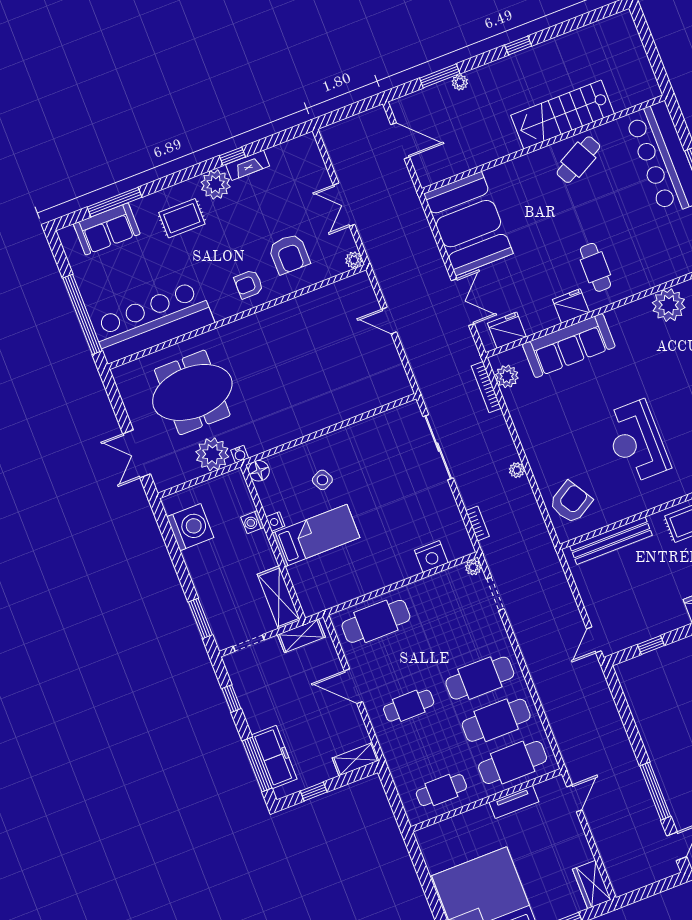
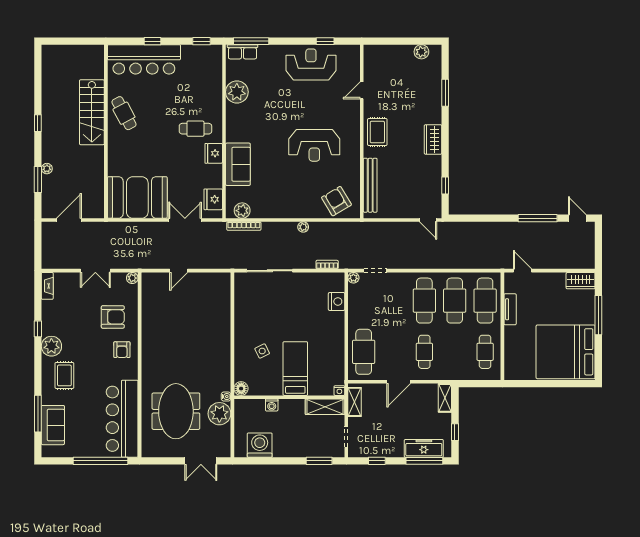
fireplace: (248, 165) -> (47, 286), moved
sofa: (569, 346) -> (238, 164), width x0.73
nightstand: (275, 522) -> (339, 391), moved

